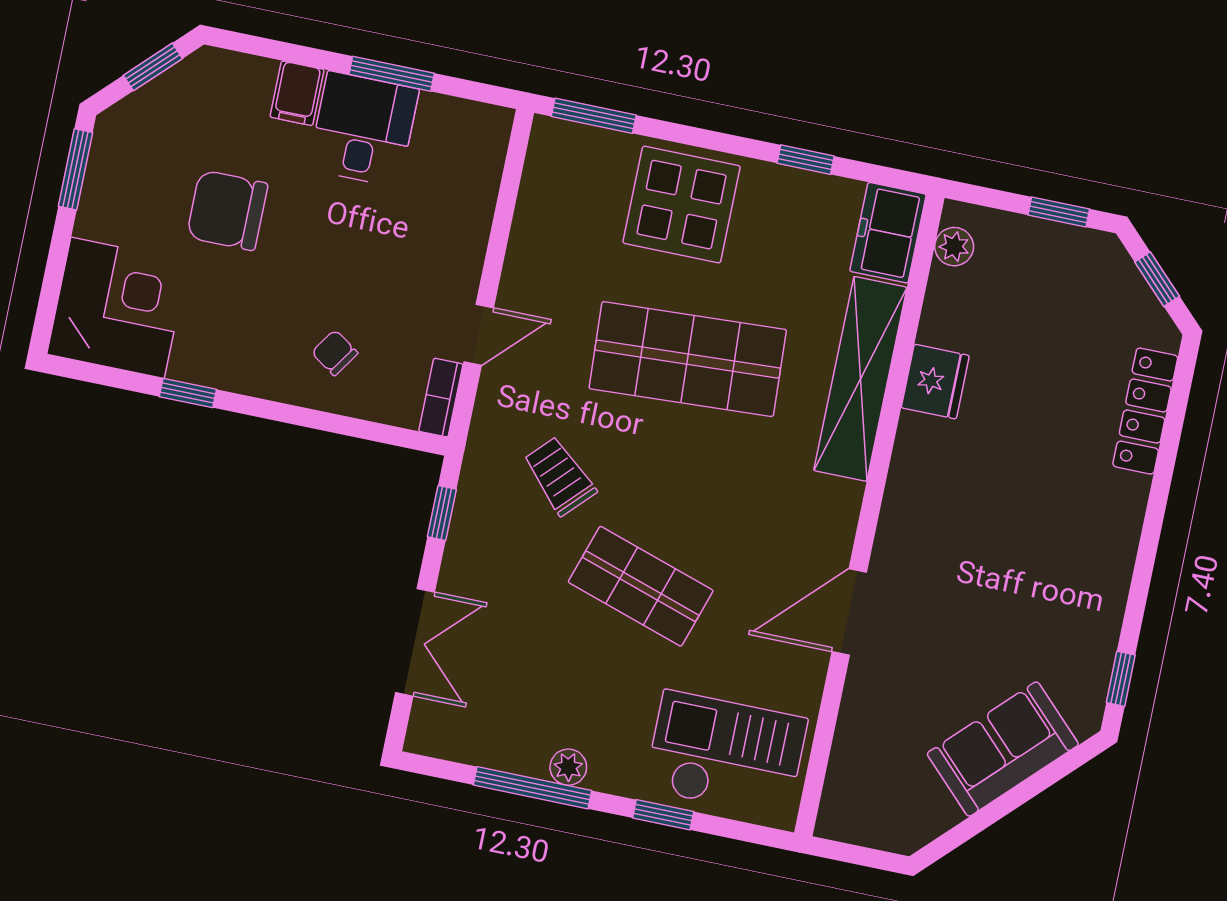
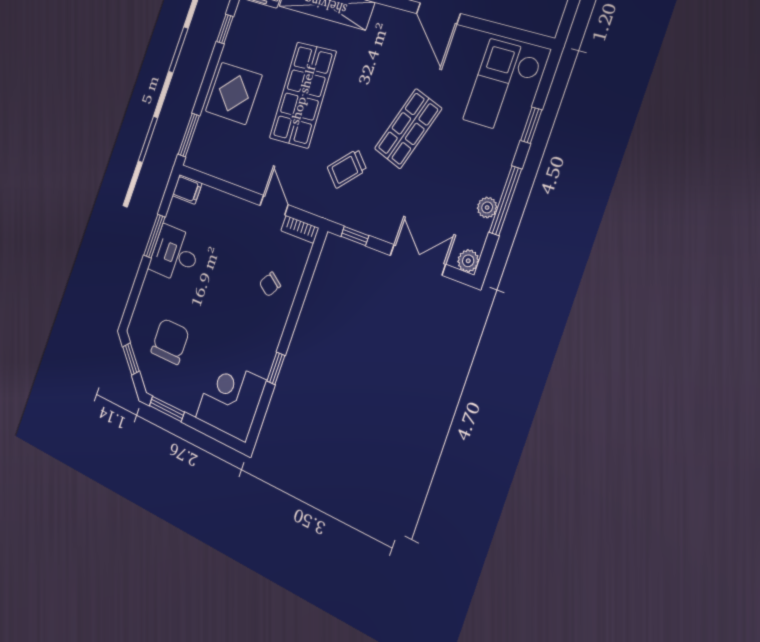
filing cabinet: (297, 93) -> (187, 189), moved
chair: (227, 210) -> (170, 341), moved, turned 180
plant: (425, 736) -> (468, 261), added
plant: (568, 767) -> (487, 207), moved

